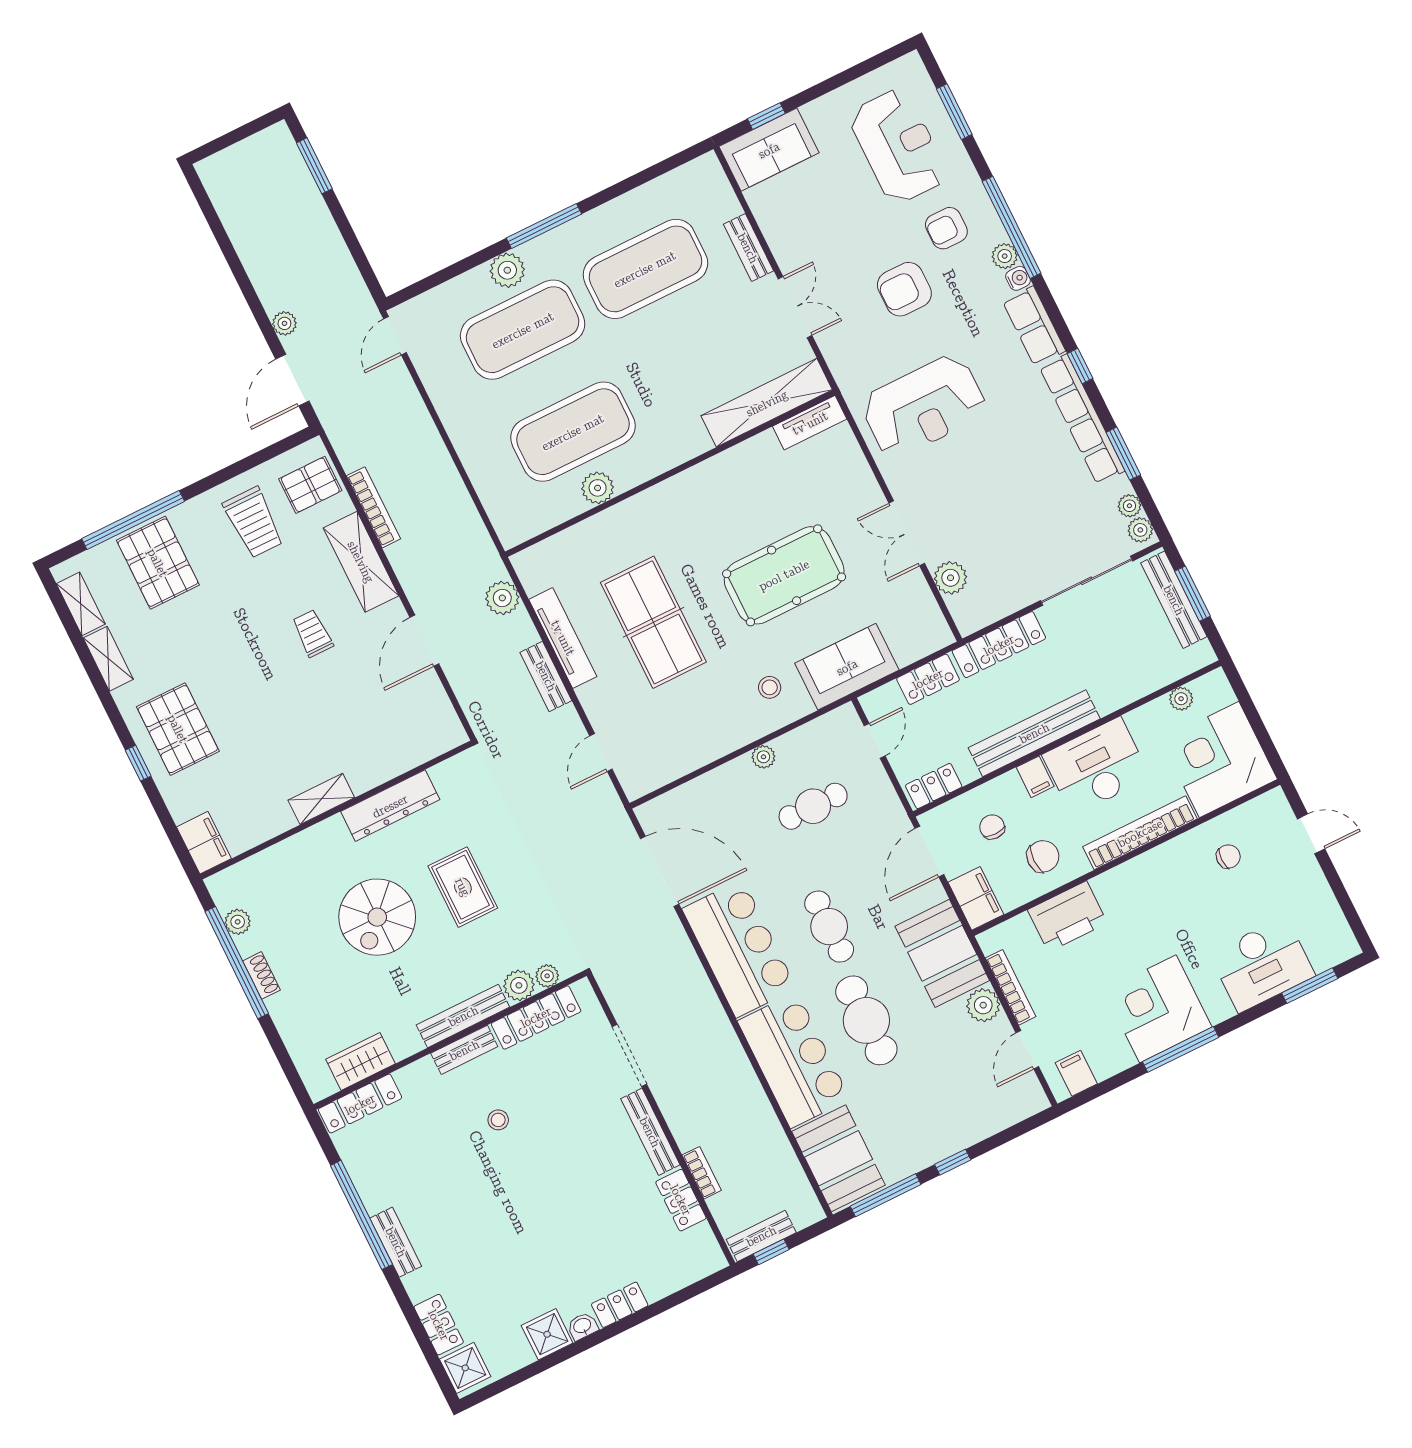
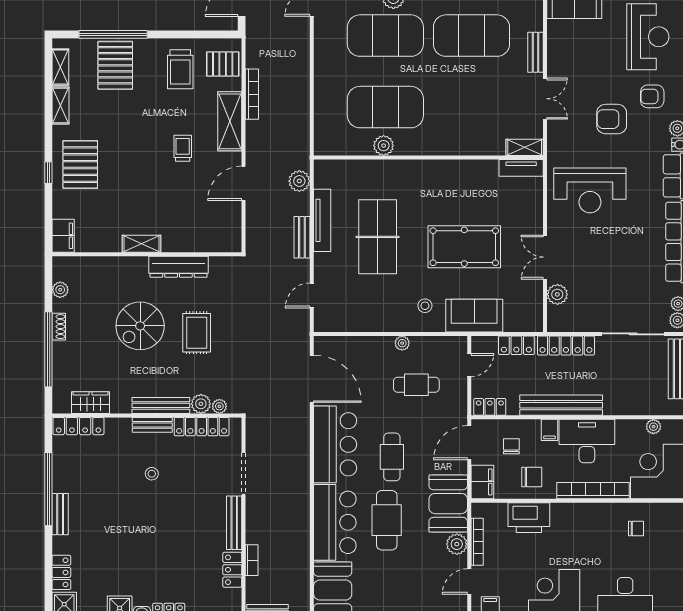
shelving: (767, 403) -> (525, 147), width x0.45, depth x0.75
window: (237, 963) -> (48, 349), moved

